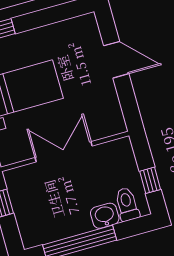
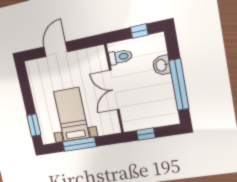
toilet: (127, 204) -> (120, 57), moved, turned 180

